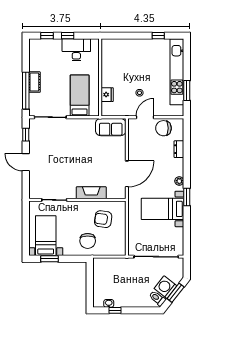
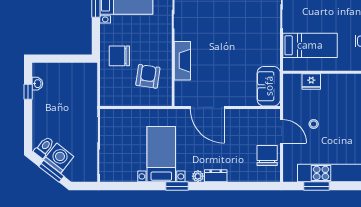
dresser: (179, 149) -> (216, 176), moved

